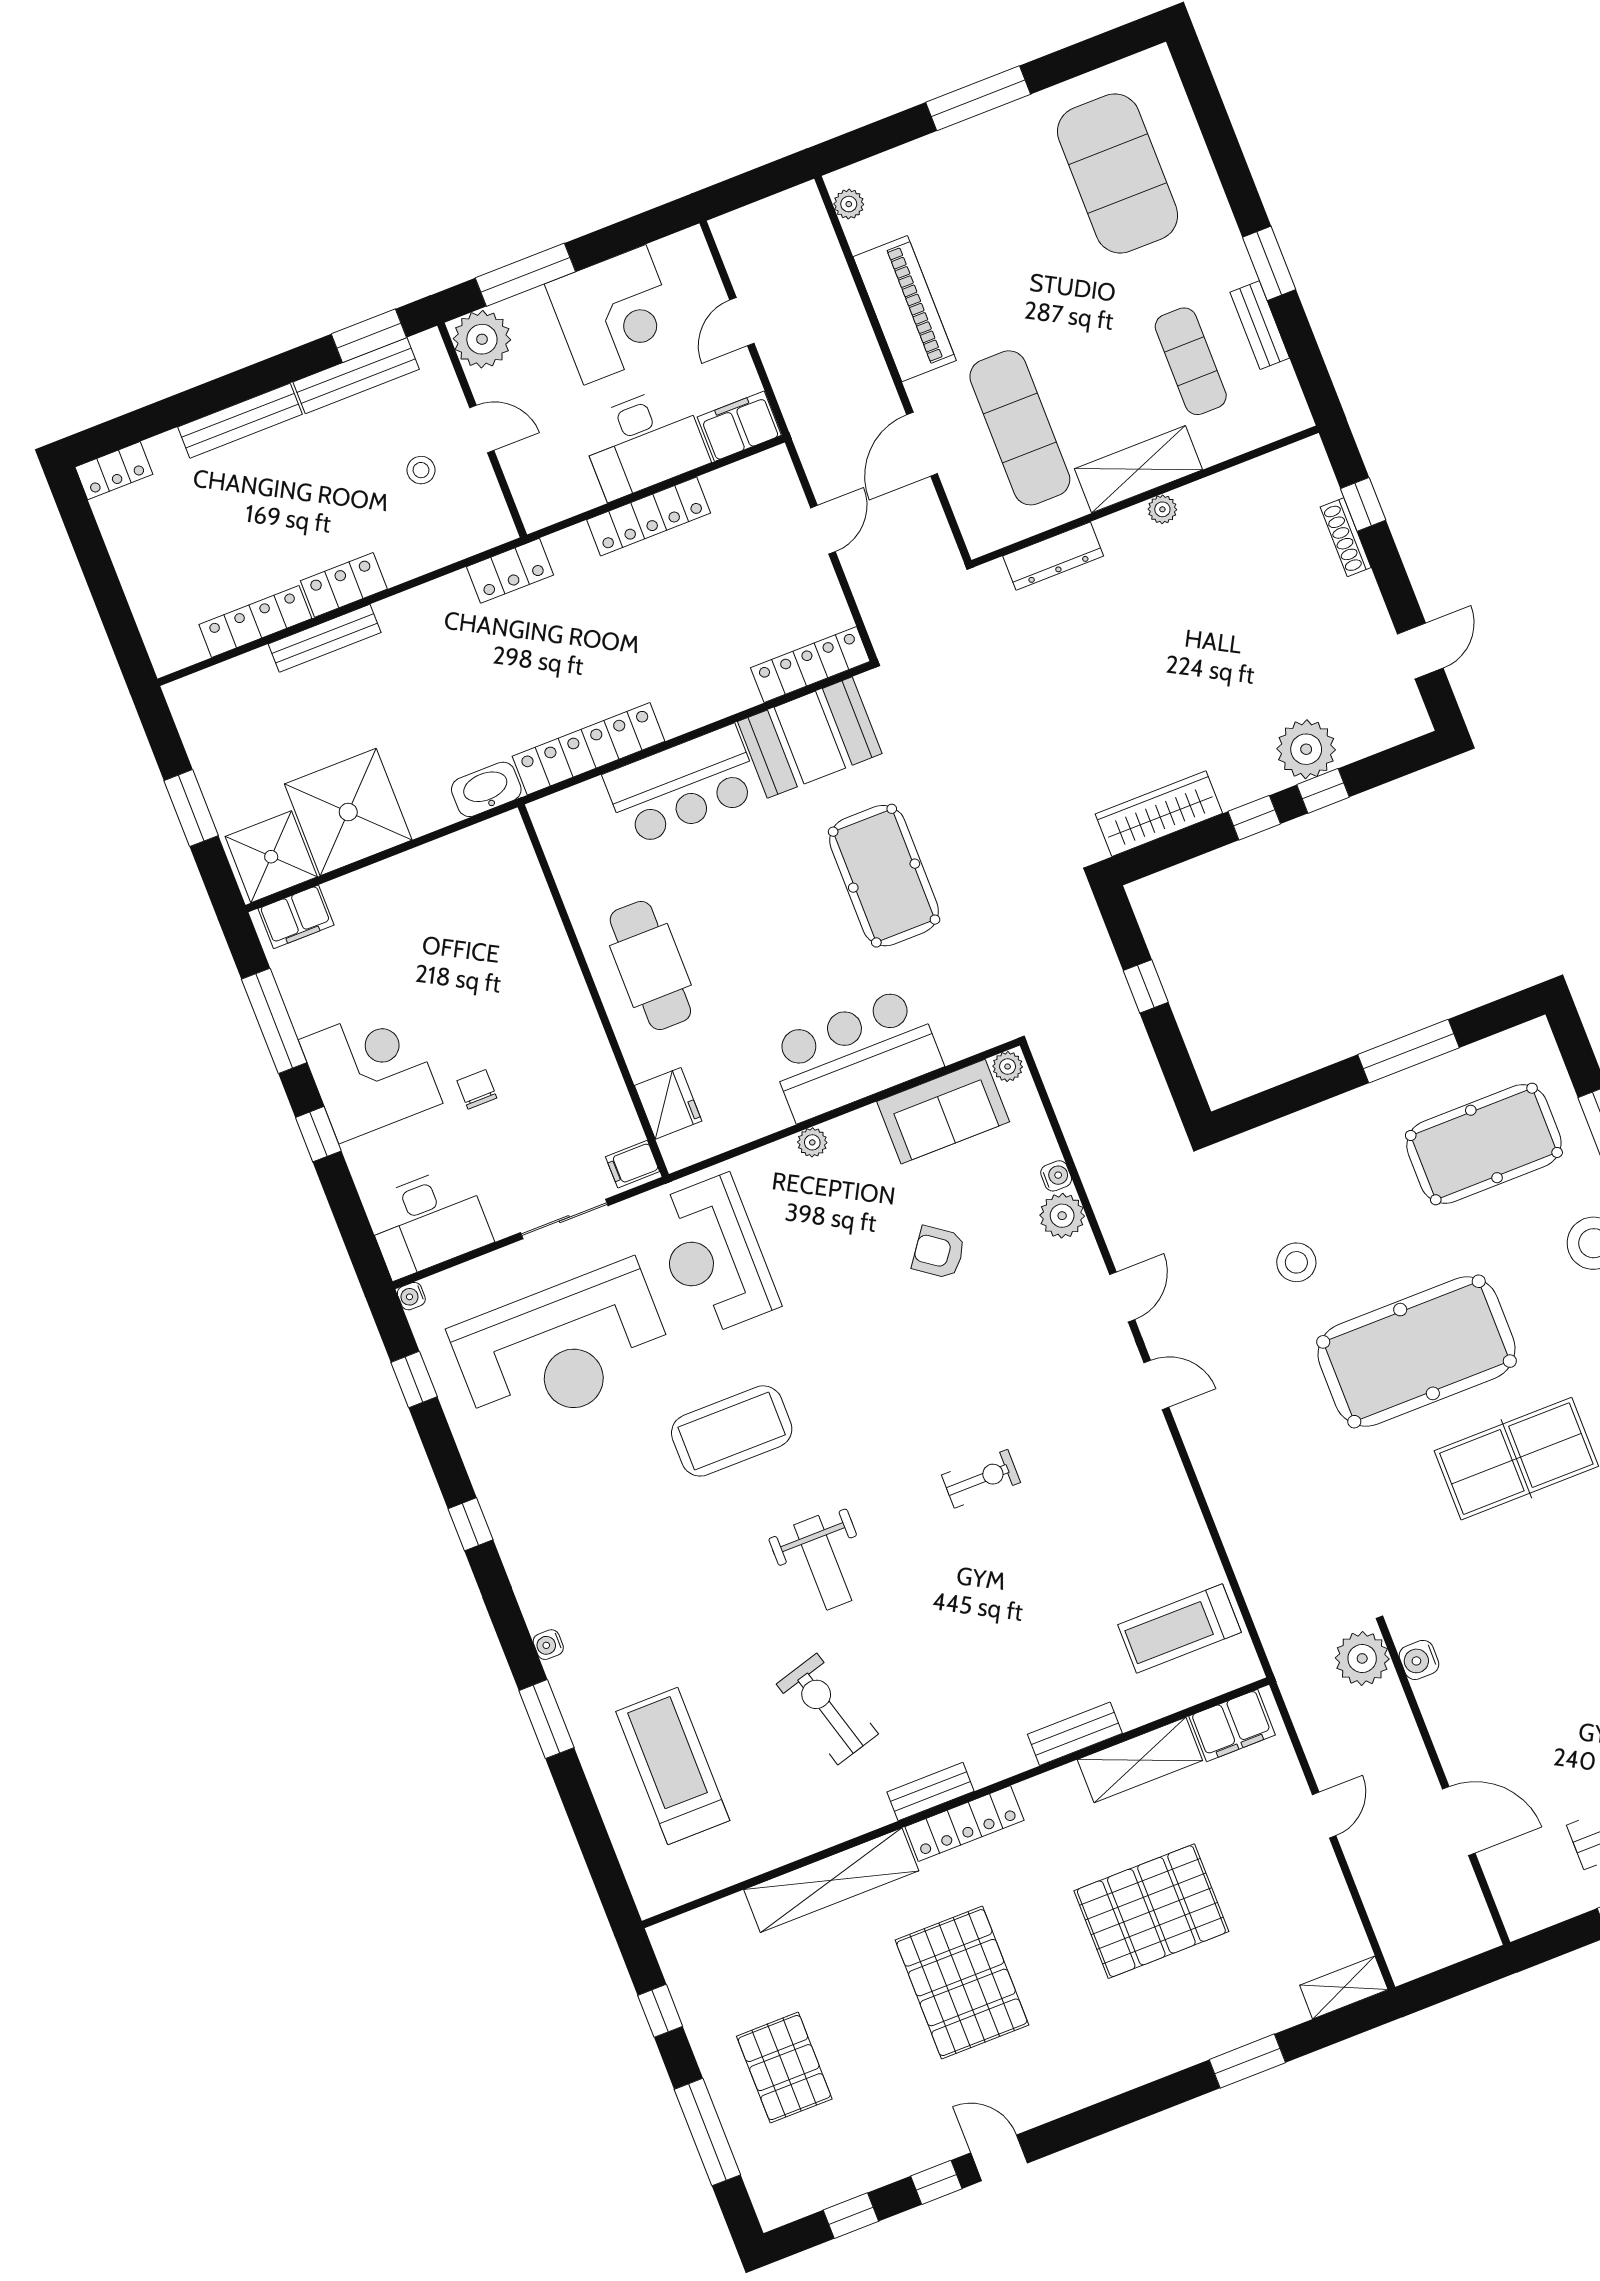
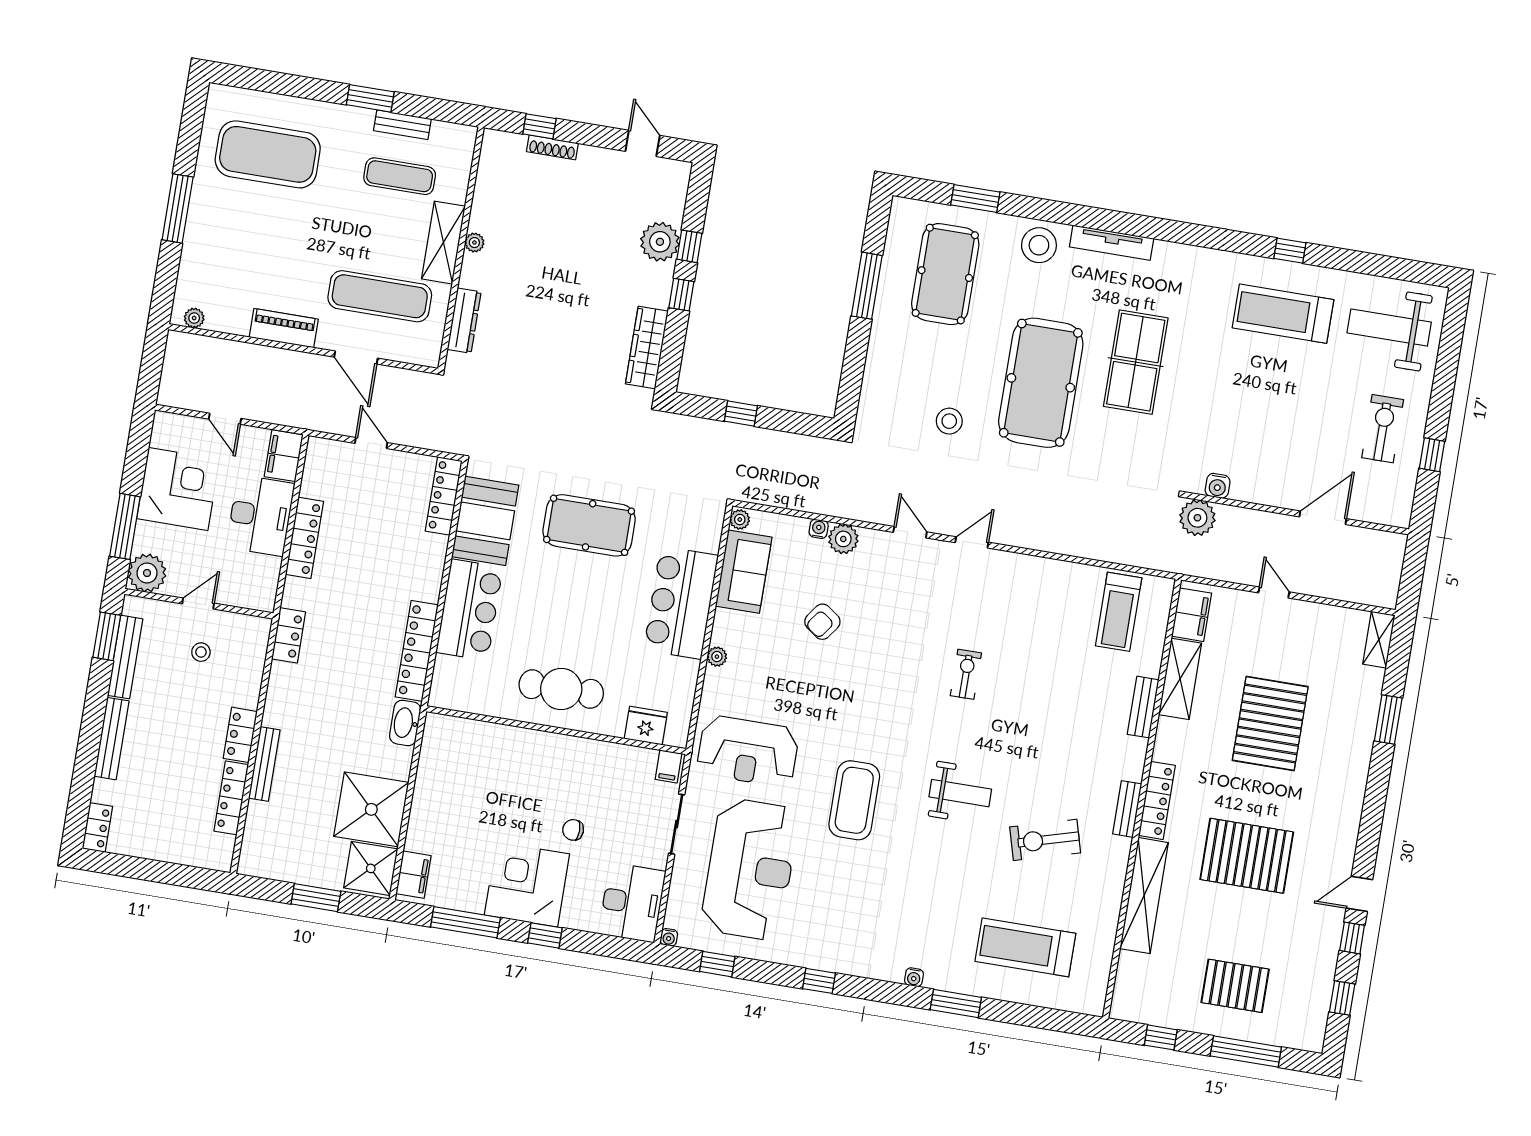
piano: (905, 309) -> (284, 328), width x0.73, depth x0.75

